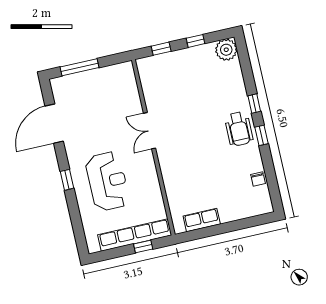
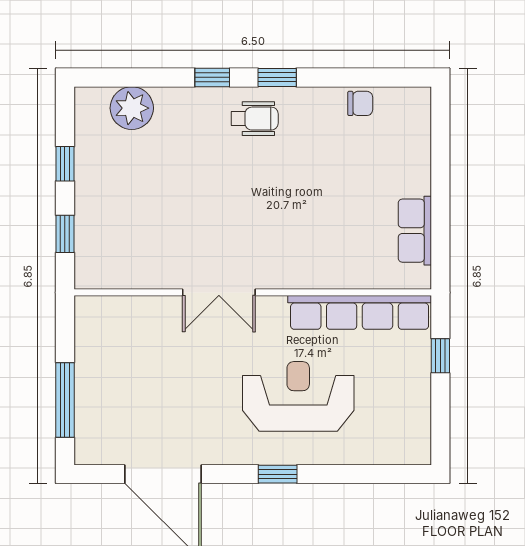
plant: (226, 50) -> (132, 108), moved
wheelchair: (239, 129) -> (255, 119), width x0.73, depth x0.73
row of seats: (135, 235) -> (360, 312), moved, turned -90

